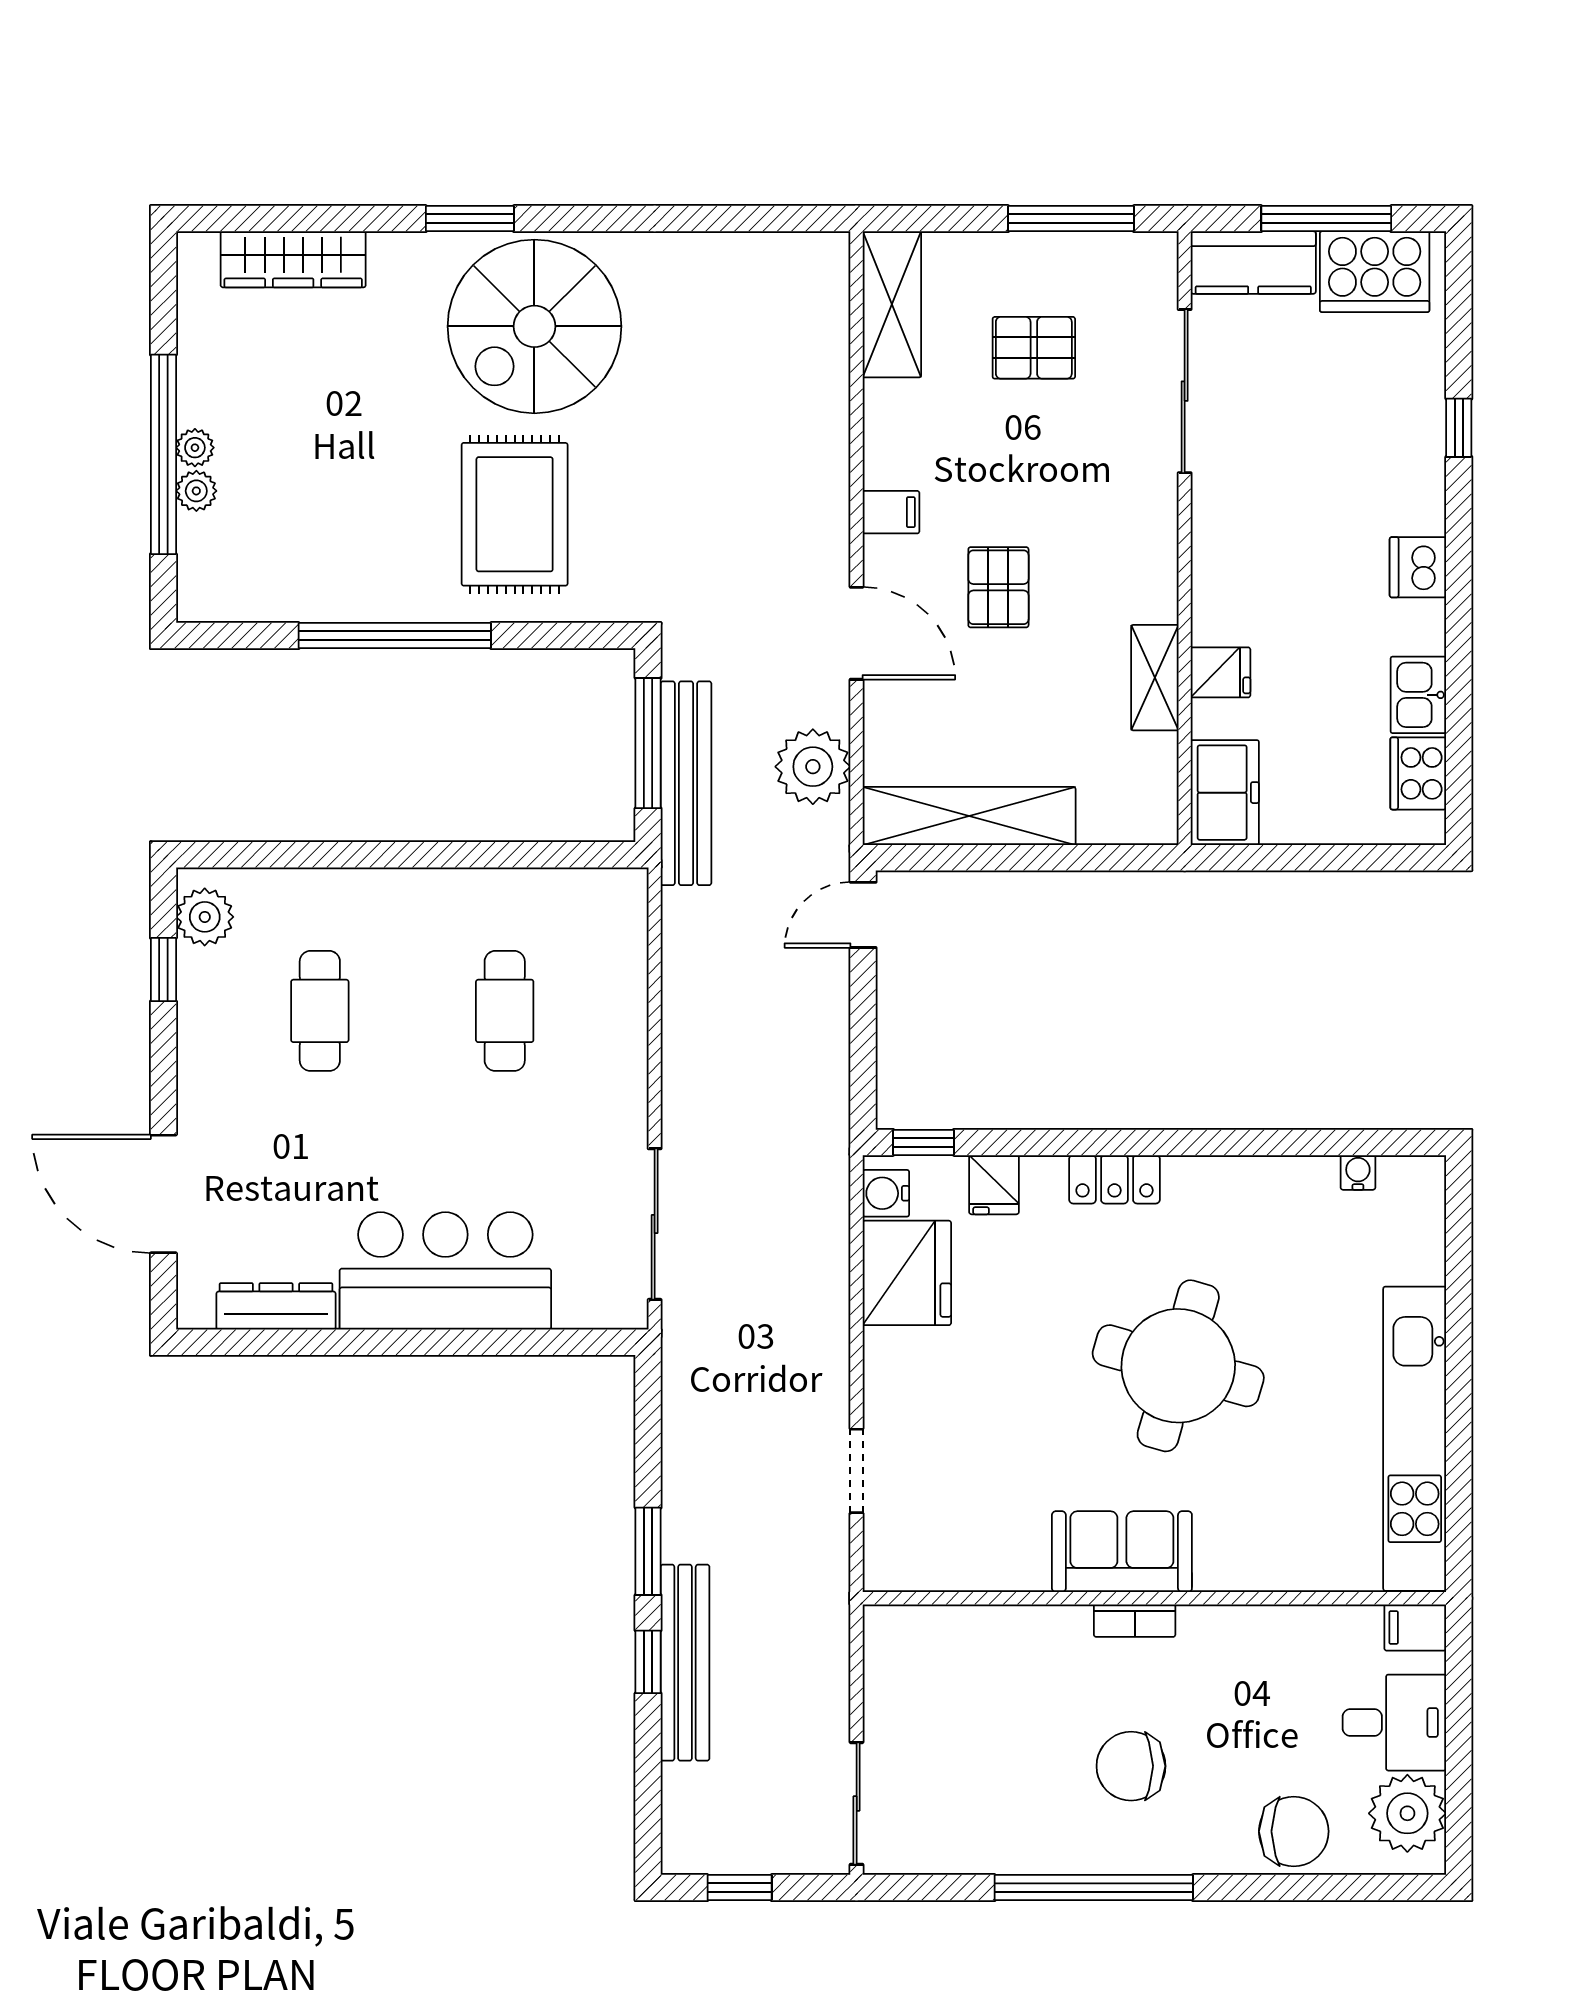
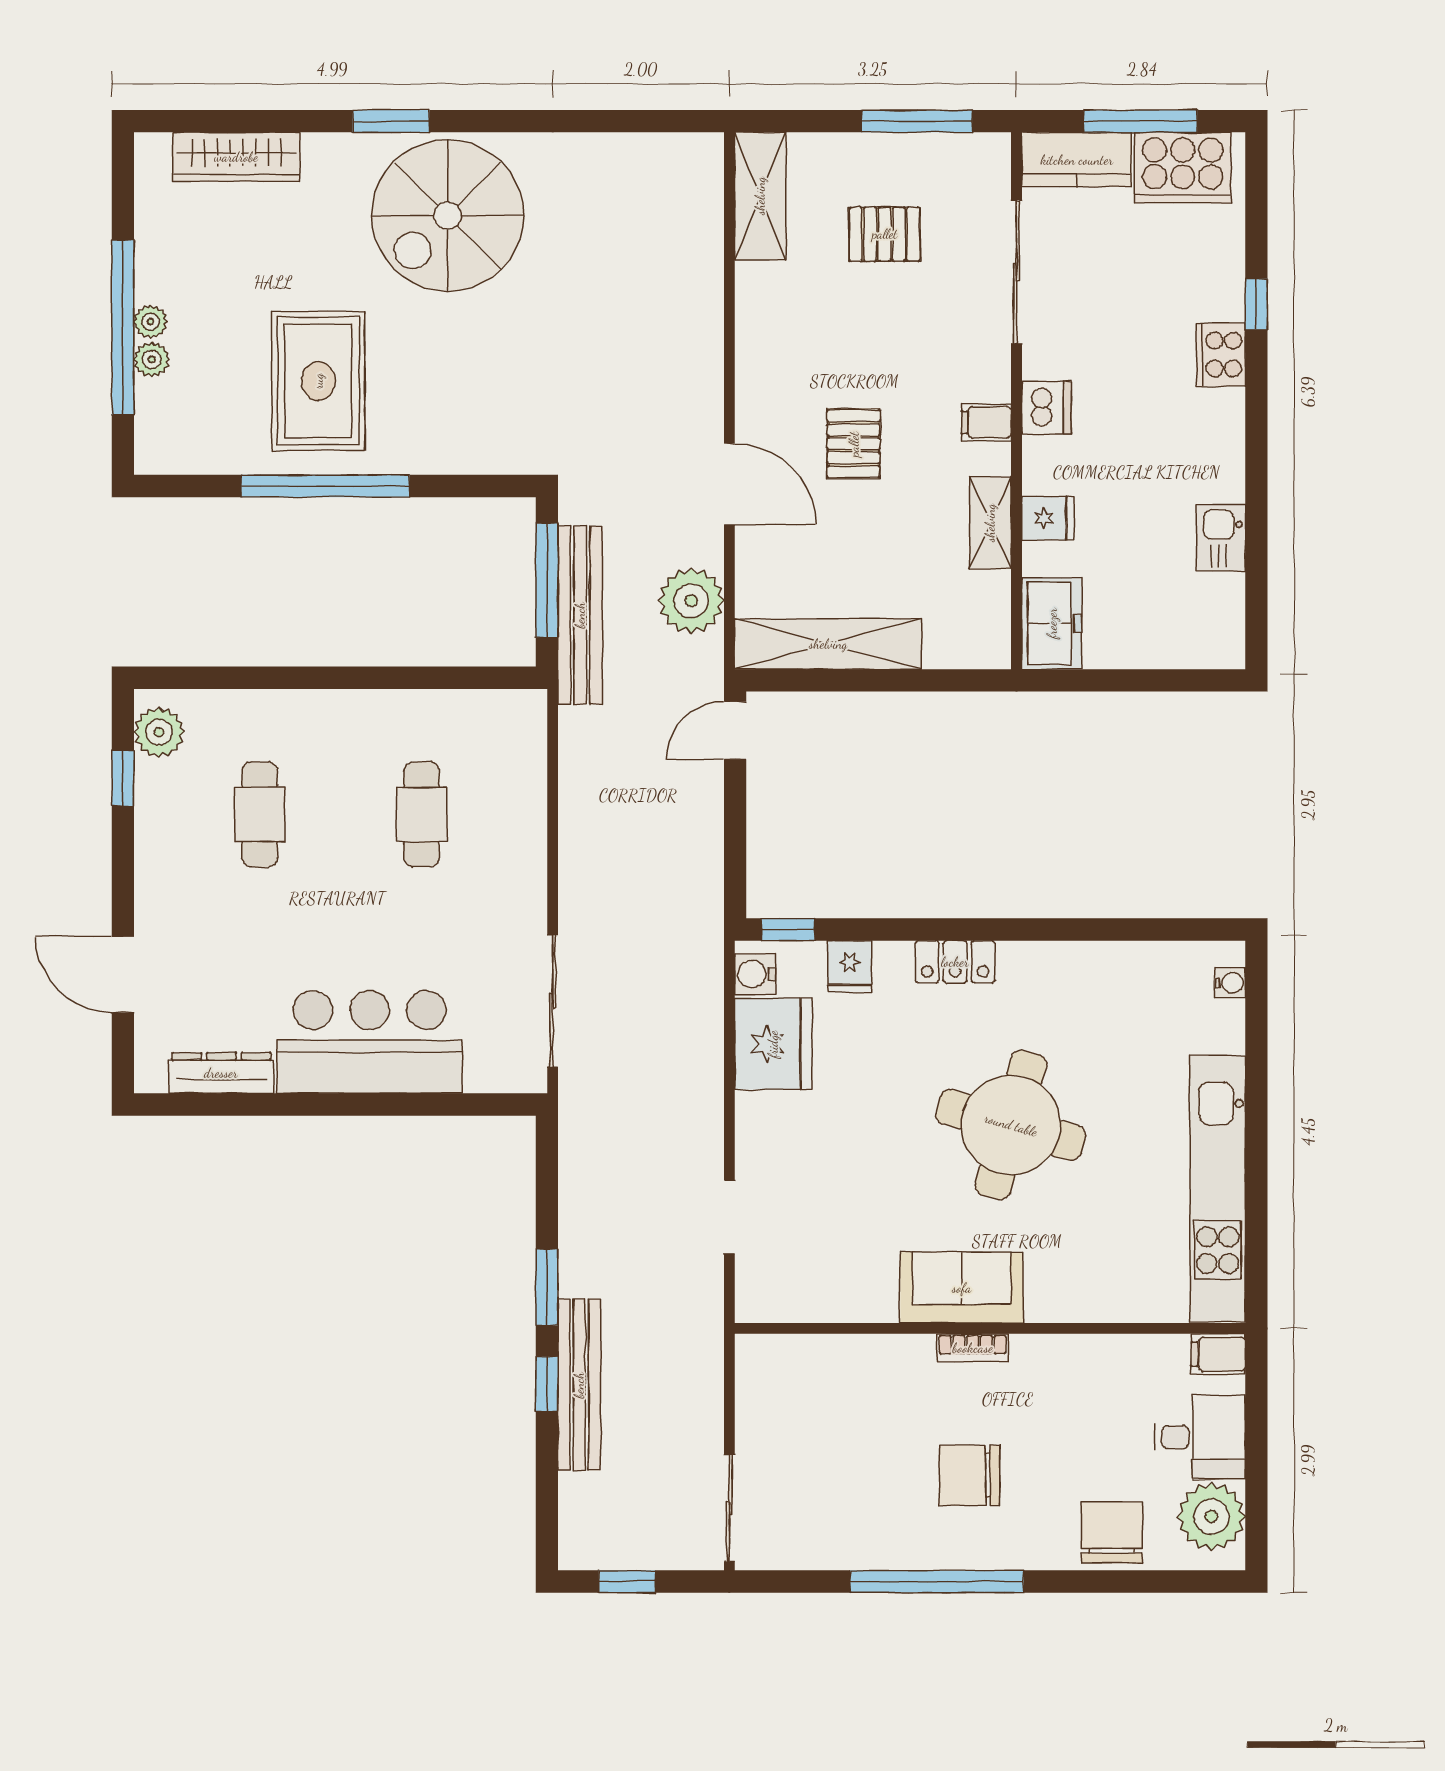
filing cabinet: (891, 512) -> (986, 422), moved, turned 180
rug: (515, 514) -> (318, 381), moved
dishwasher: (1418, 567) -> (1047, 408), moved, turned 180
cooker: (1418, 773) -> (1221, 355), moved
water cooler: (1358, 1172) -> (1230, 983), moved, turned 90
door: (163, 1194) -> (123, 975), width x0.73
chair: (1294, 1831) -> (1112, 1532), turned -90

